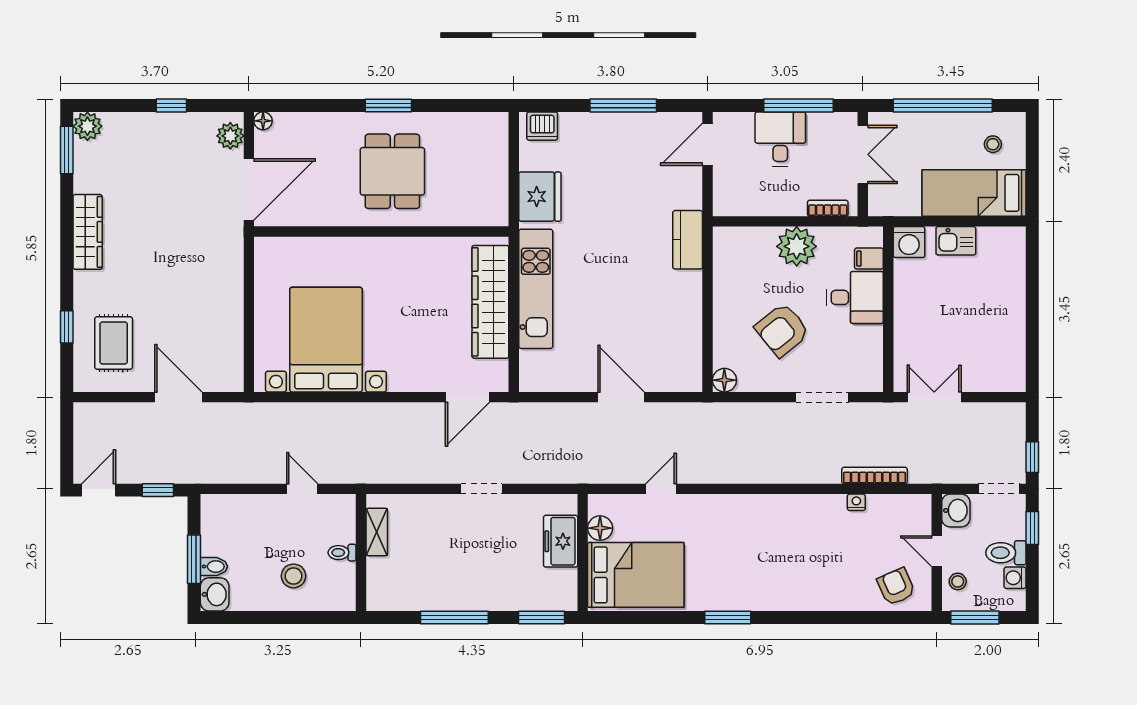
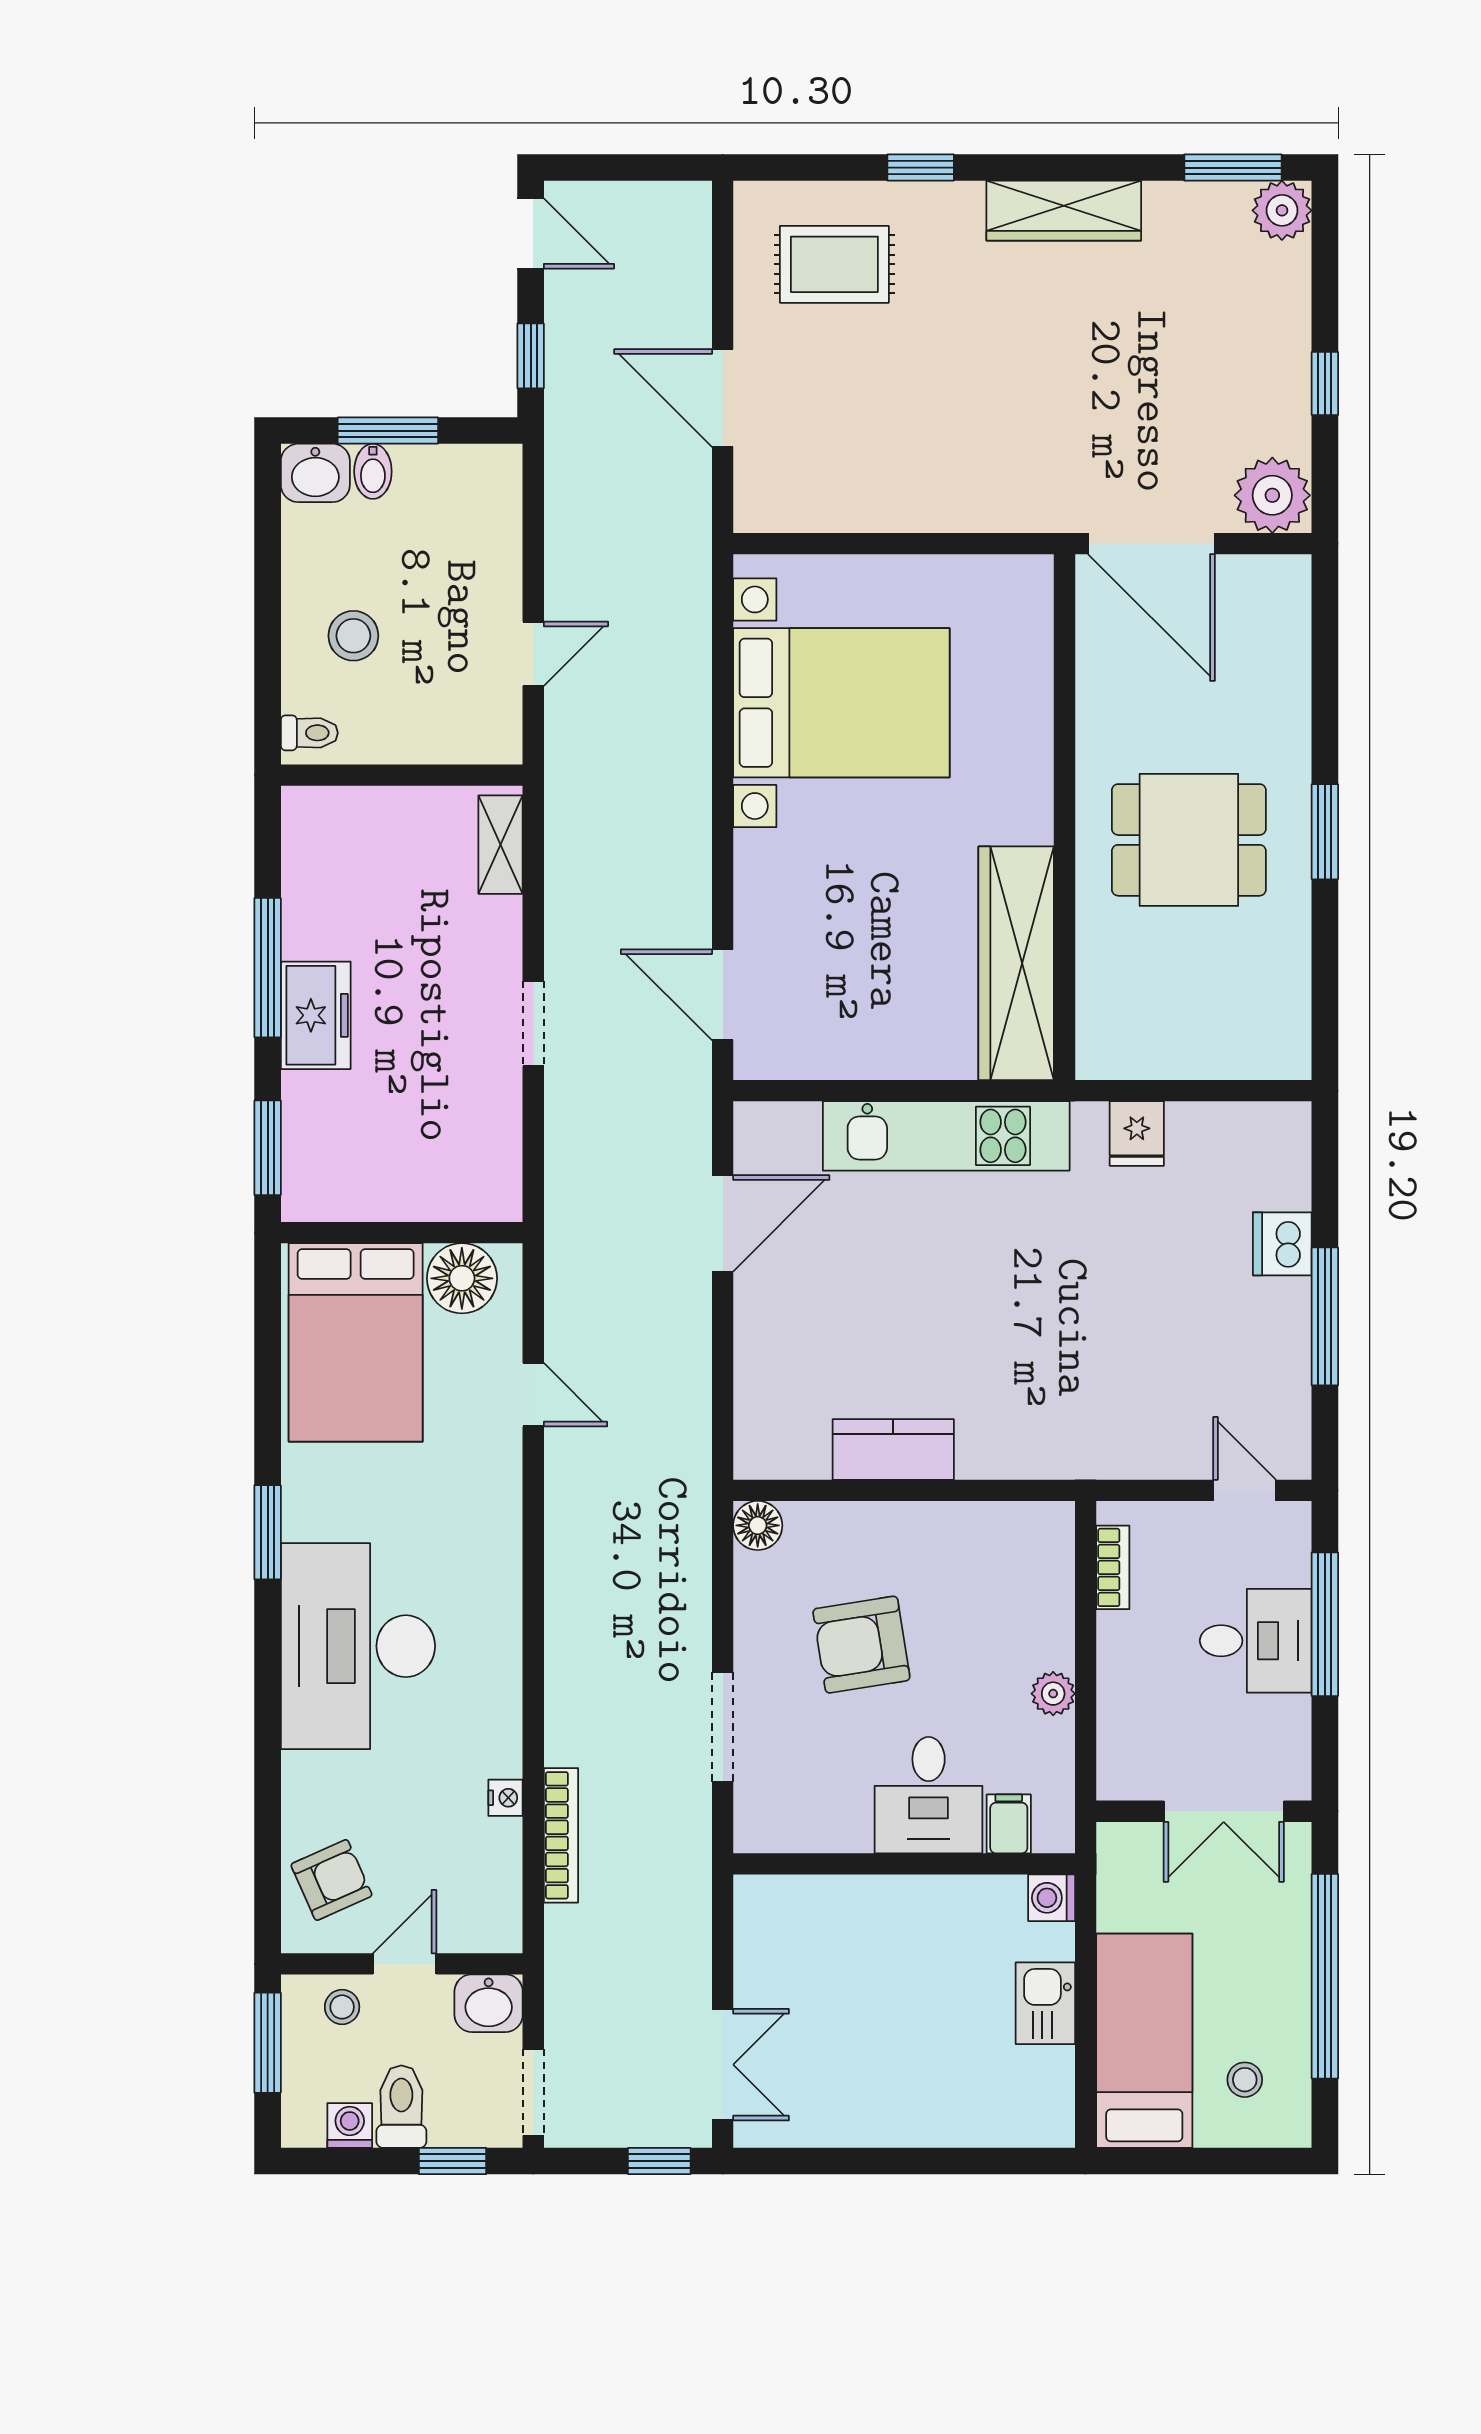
window: (798, 105) -> (1325, 1624), moved
floor lamp: (263, 121) -> (1293, 573), removed
dishwasher: (542, 126) -> (1282, 1244), moved
plant: (230, 136) -> (1272, 495), width x1.36, depth x1.36
door: (707, 144) -> (1245, 1490), width x0.73
fridge: (540, 197) -> (1137, 1134), width x0.53, depth x0.75
bookcase: (828, 208) -> (1113, 1567), moved
kitchen counter: (688, 240) -> (893, 1450), moved
washing machine: (909, 242) -> (1052, 1898), width x0.73, depth x0.73
plant: (797, 246) -> (1053, 1694), width x0.53, depth x0.53
wardrobe: (490, 302) -> (1016, 963), moved, turned -90
window: (67, 327) -> (921, 168), moved
armchair: (782, 330) -> (861, 1645), turned -60
door: (178, 397) -> (723, 398), swing flipped
door: (621, 397) -> (723, 1223), moved
double door: (934, 397) -> (723, 2065), moved
window: (1032, 457) -> (659, 2161), moved
floor lamp: (600, 528) -> (462, 1278), width x1.38, depth x1.38
shelving: (377, 532) -> (501, 845), moved, turned 90
freezer: (561, 541) -> (316, 1015), moved, turned 90
toilet: (342, 553) -> (309, 733), moved, turned 90
desk: (783, 574) -> (358, 1646), added

